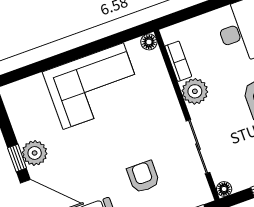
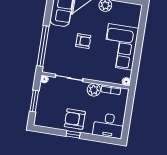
armchair: (143, 177) -> (83, 41), moved

